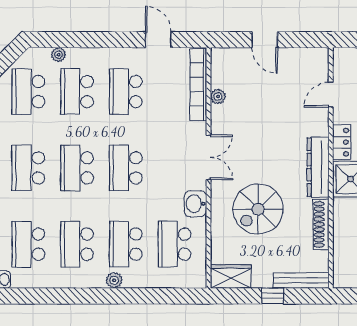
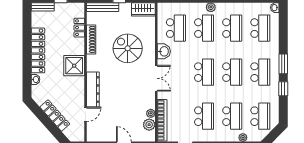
plant: (221, 77) -> (149, 125), added
locker: (342, 142) -> (79, 28), moved
double door: (208, 157) -> (156, 78), swing flipped
dresser: (318, 167) -> (93, 90), moved
spiral stairs: (258, 209) -> (128, 48), turned -90

